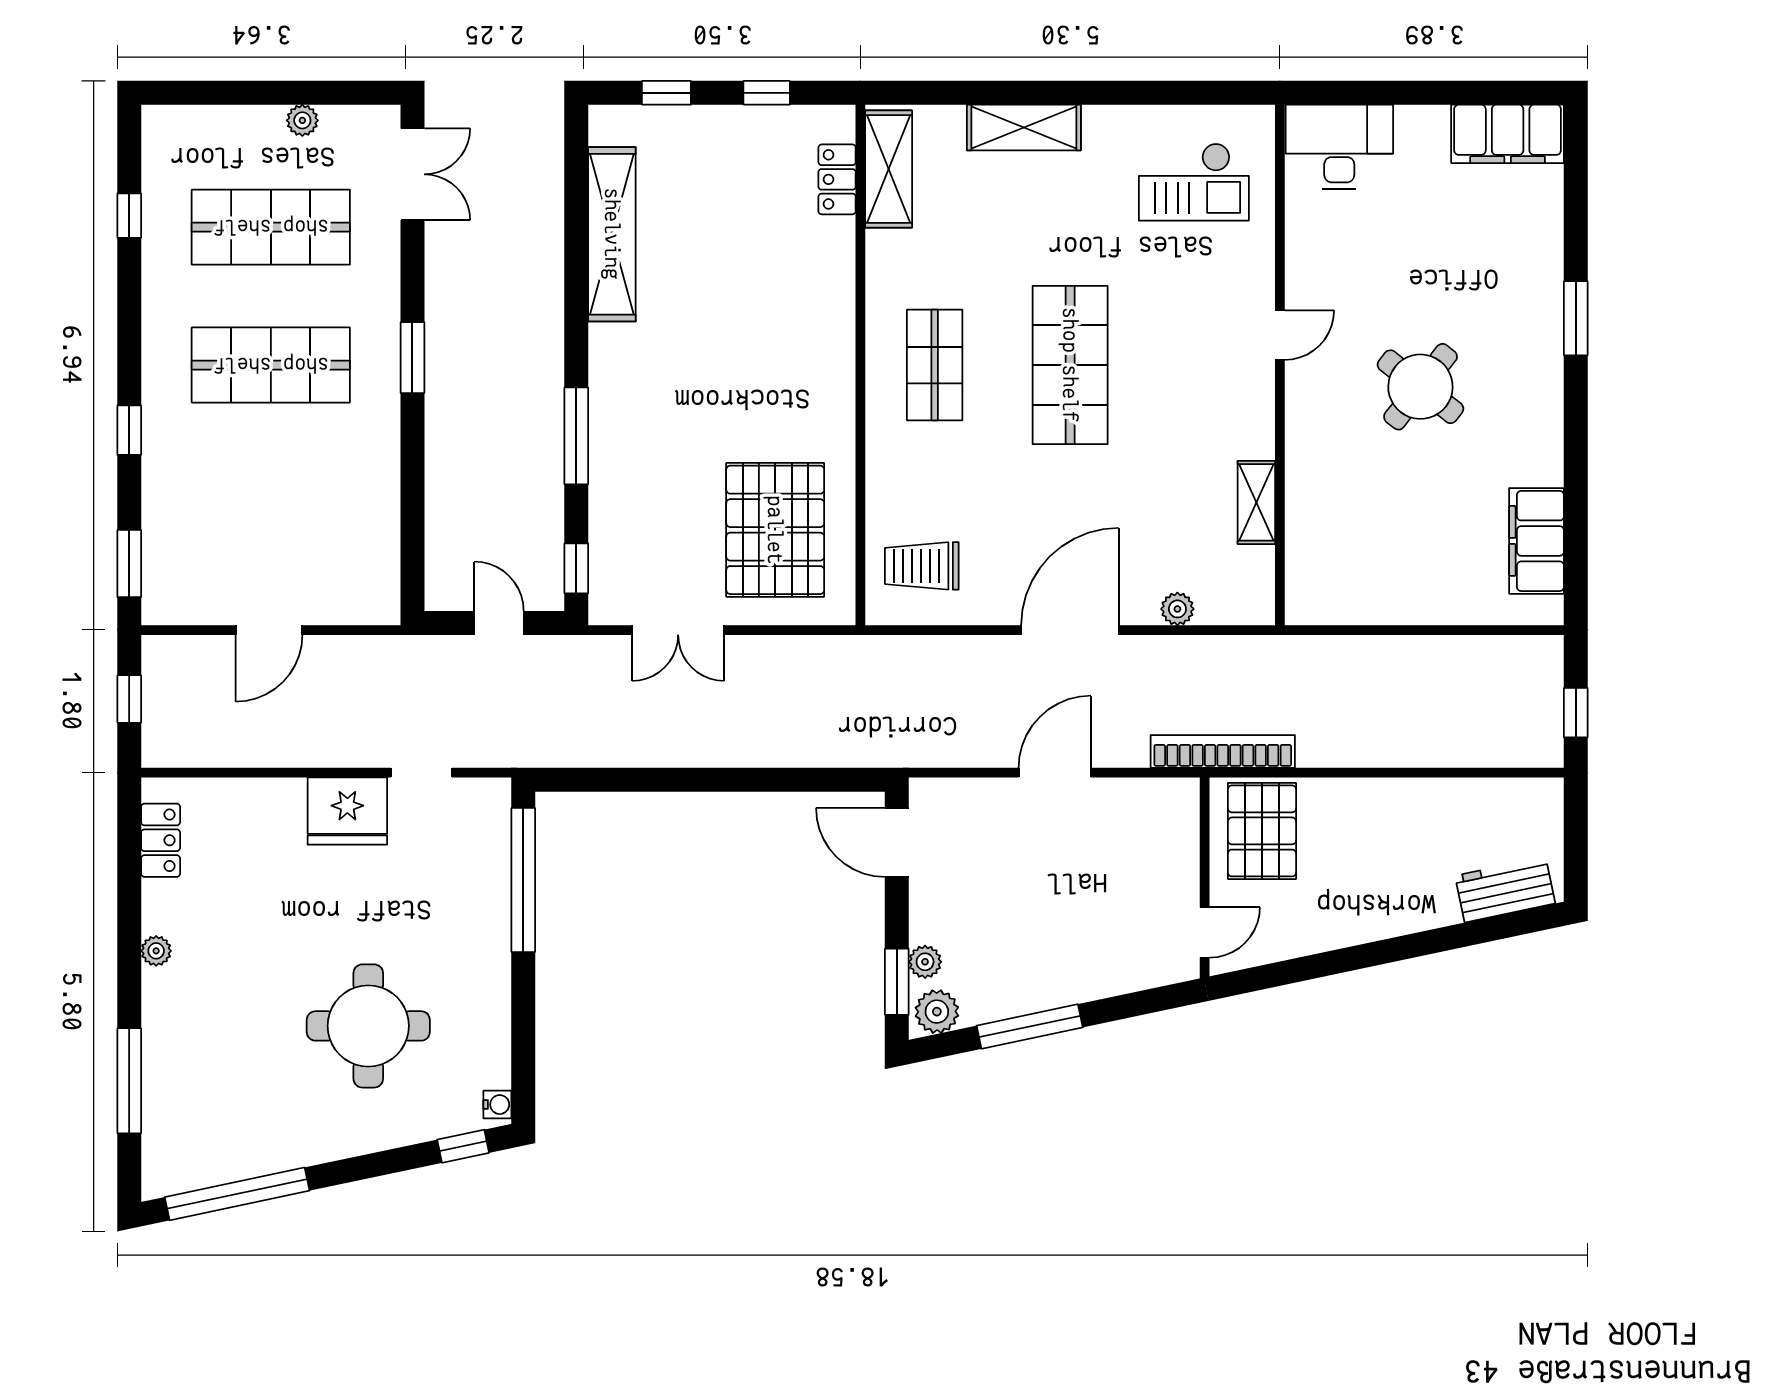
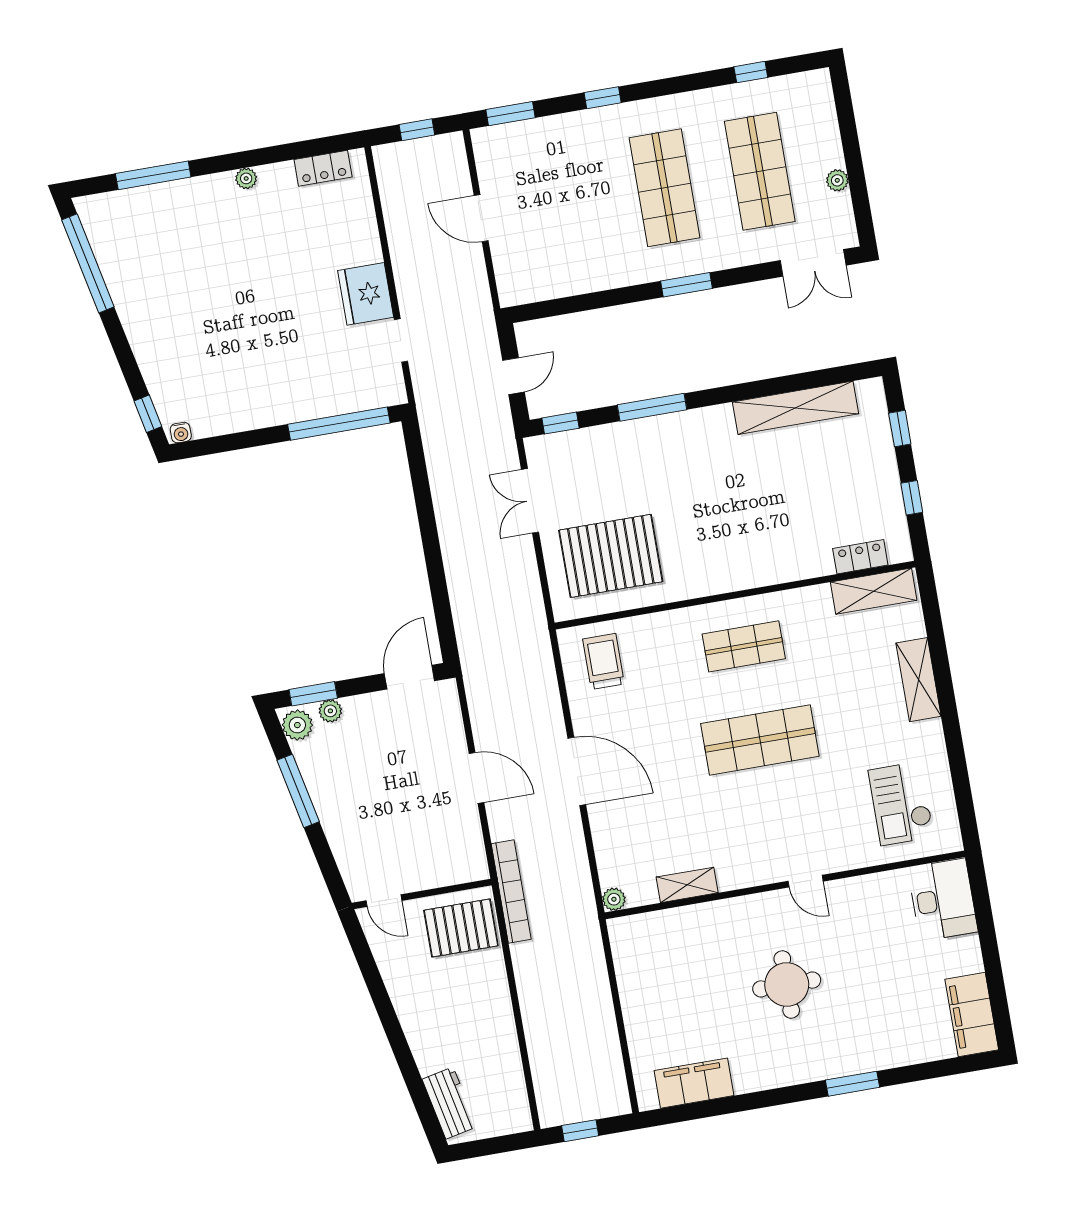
round table: (1420, 387) -> (787, 984), turned -38
plant: (1177, 609) -> (614, 899), moved
round table: (368, 1026) -> (220, 334), removed

